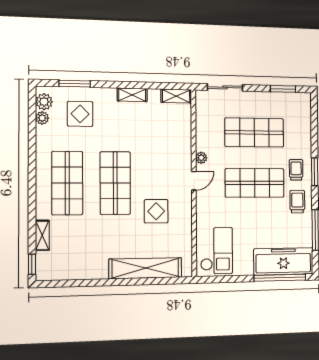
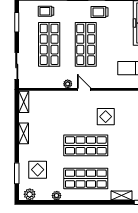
plant: (42, 118) -> (57, 196), moved
trolley: (296, 170) -> (46, 11), moved

